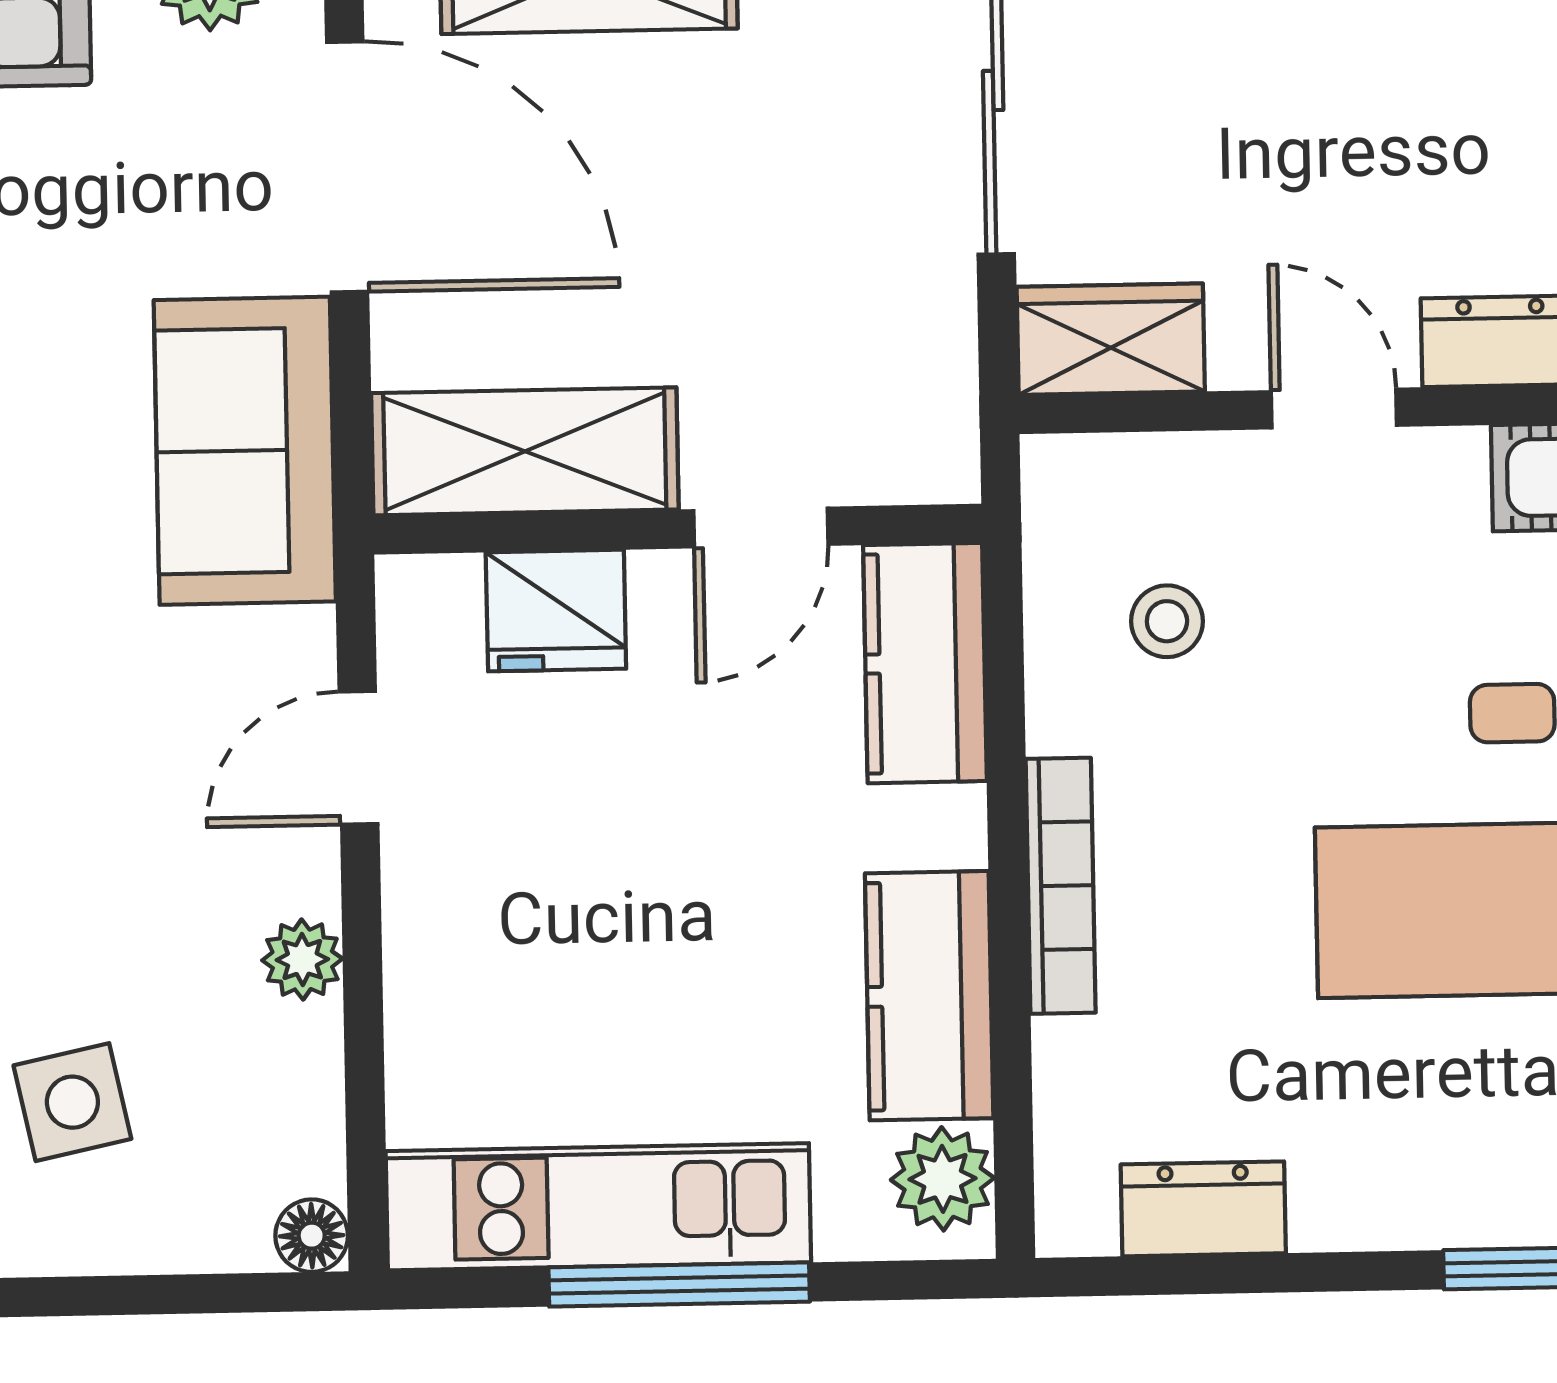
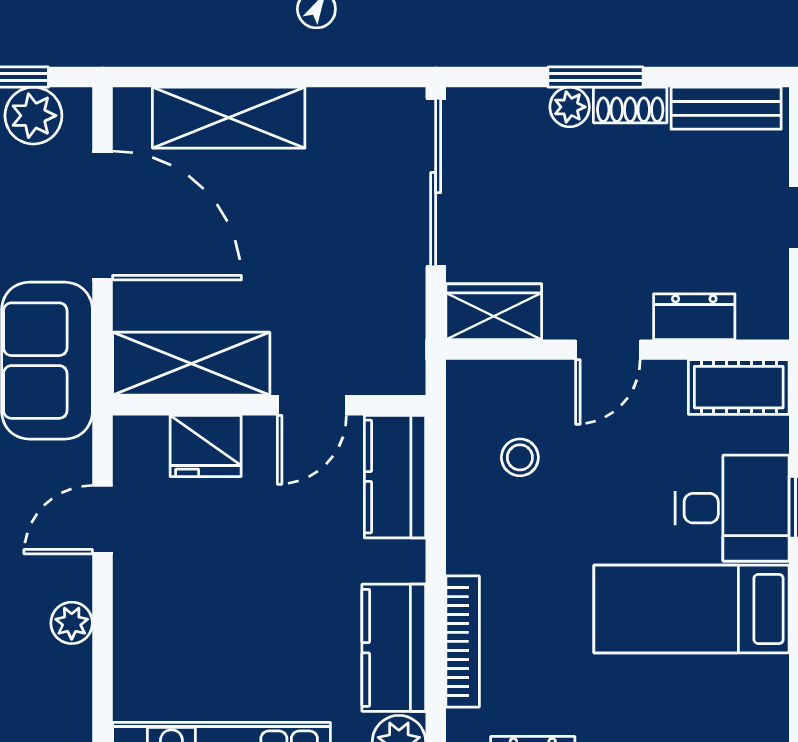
door: (1334, 409) -> (608, 350), swing flipped
bookcase: (1061, 886) -> (463, 641), moved

